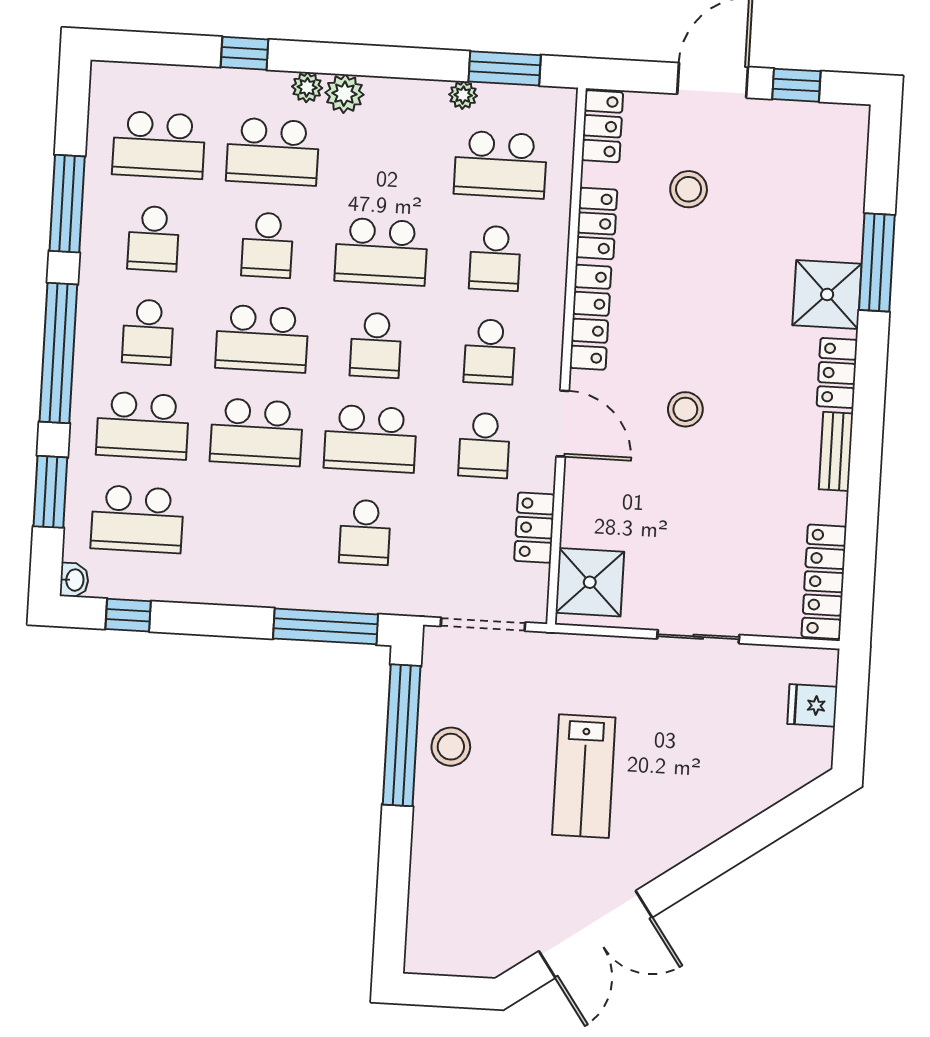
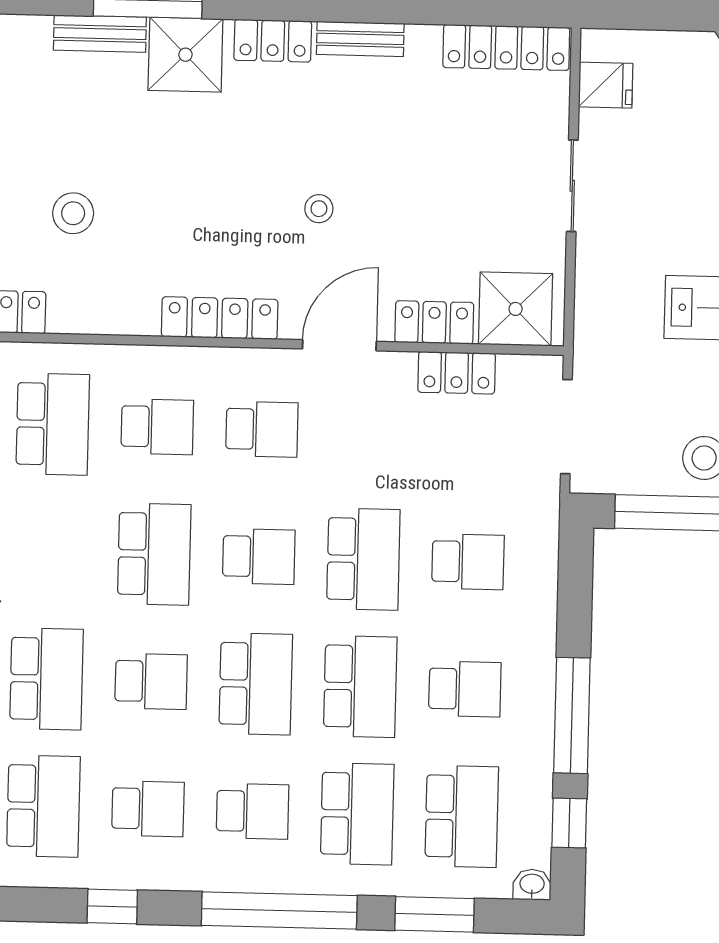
window: (67, 204) -> (112, 906), width x0.46
bench: (849, 218) -> (100, 34), added
locker: (597, 223) -> (434, 322), moved
stool: (685, 409) -> (319, 209), width x0.73, depth x0.73
school desk: (484, 445) -> (465, 689), moved
window: (326, 626) -> (572, 715), moved
fridge: (812, 705) -> (606, 85), moved, turned -90

